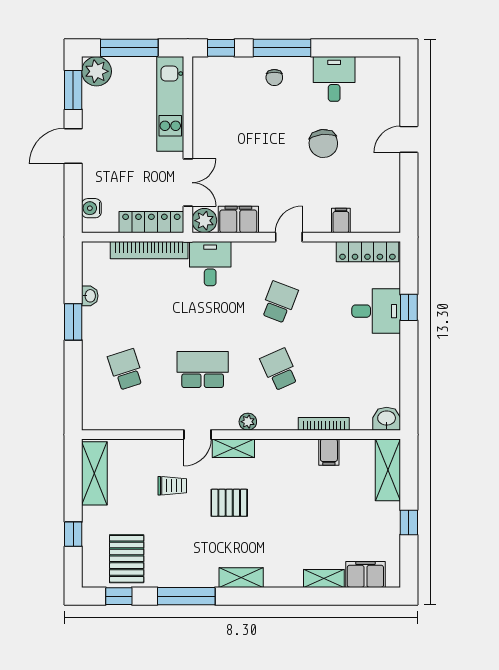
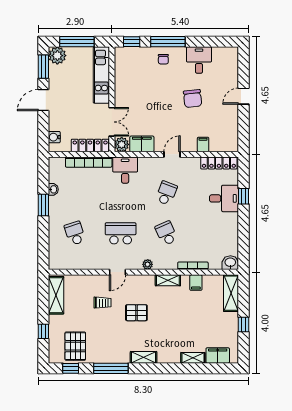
shelving: (233, 448) -> (168, 280), moved

